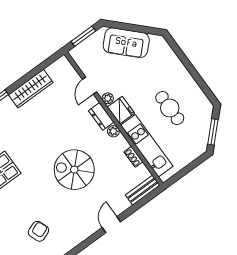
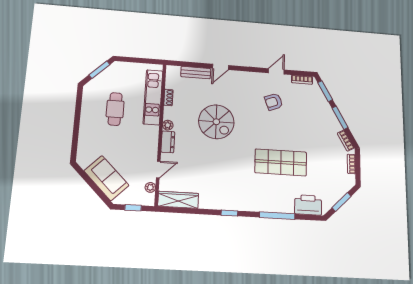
window: (83, 36) -> (133, 208), width x0.67
wardrobe: (31, 89) -> (178, 200), moved
plant: (108, 98) -> (150, 187), moved
fridge: (121, 110) -> (150, 135), removed
bench: (143, 190) -> (196, 73), moved

